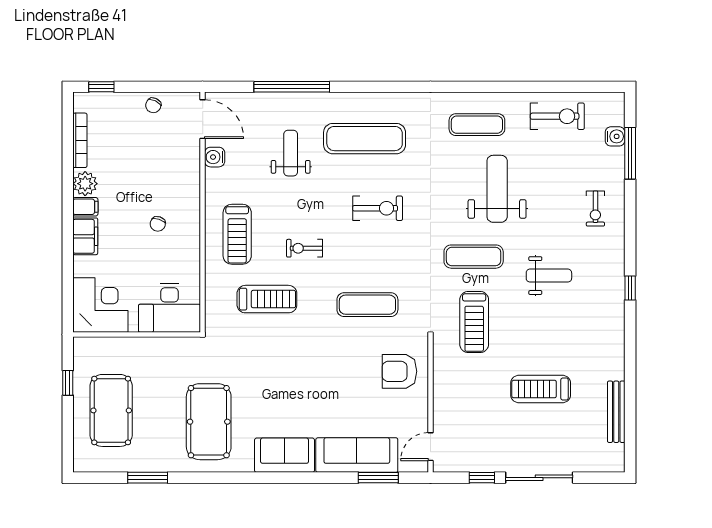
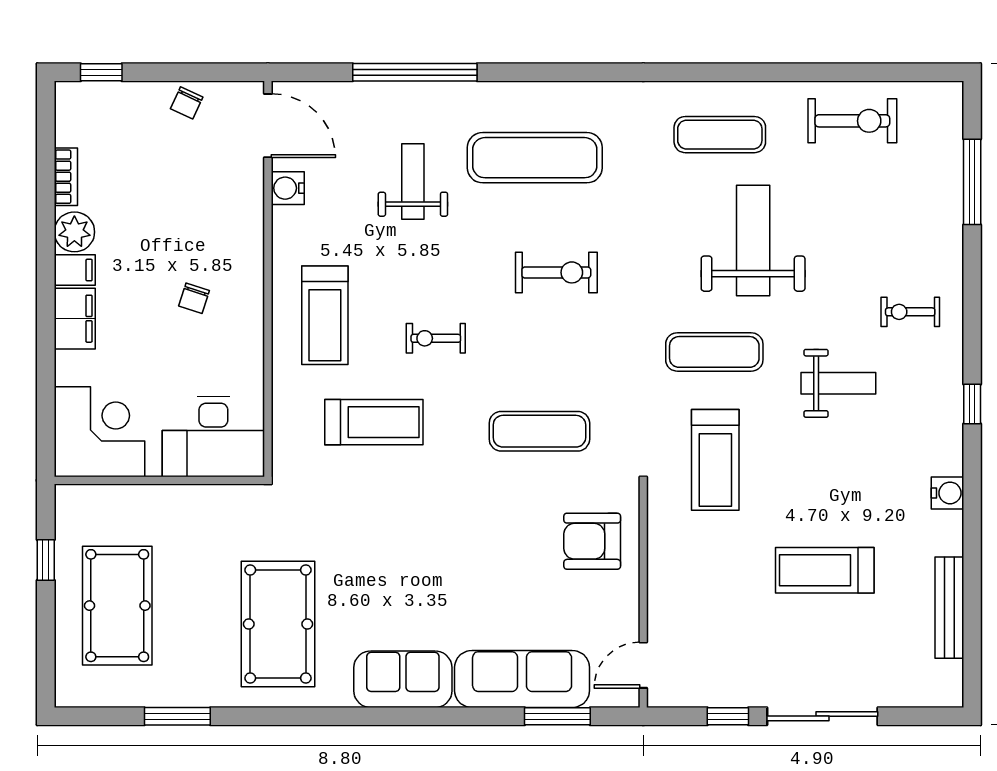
water cooler: (615, 136) -> (947, 493), moved
bookcase: (80, 140) -> (66, 177), width x0.64
exercise bike: (595, 209) -> (910, 312), moved, turned 90

